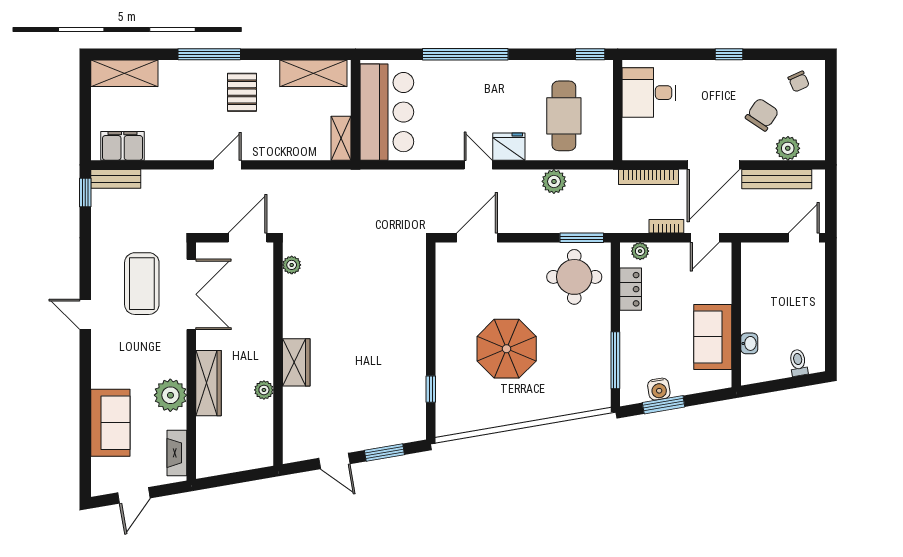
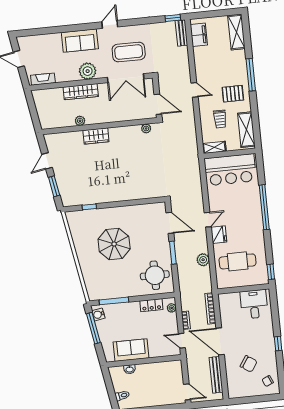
trolley: (288, 122) -> (220, 119), added
plant: (788, 148) -> (233, 379), removed
window: (582, 238) -> (173, 253), moved
water cooler: (659, 389) -> (98, 314), moved
plant: (170, 395) -> (88, 71), moved
window: (664, 405) -> (93, 328), width x1.44
sofa: (110, 423) -> (80, 41), moved

